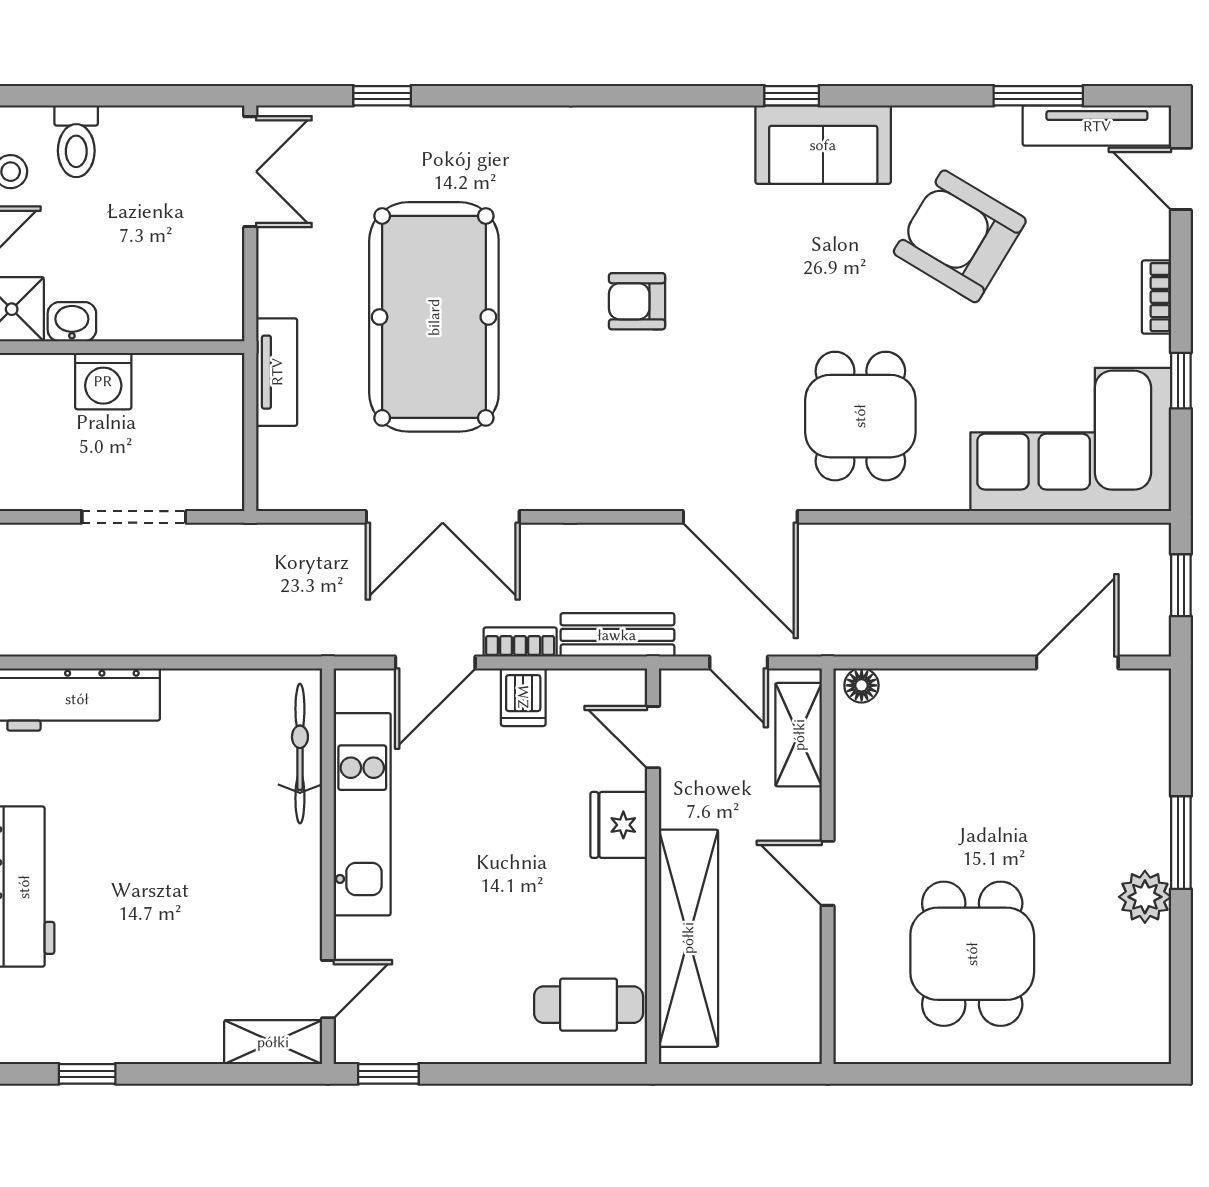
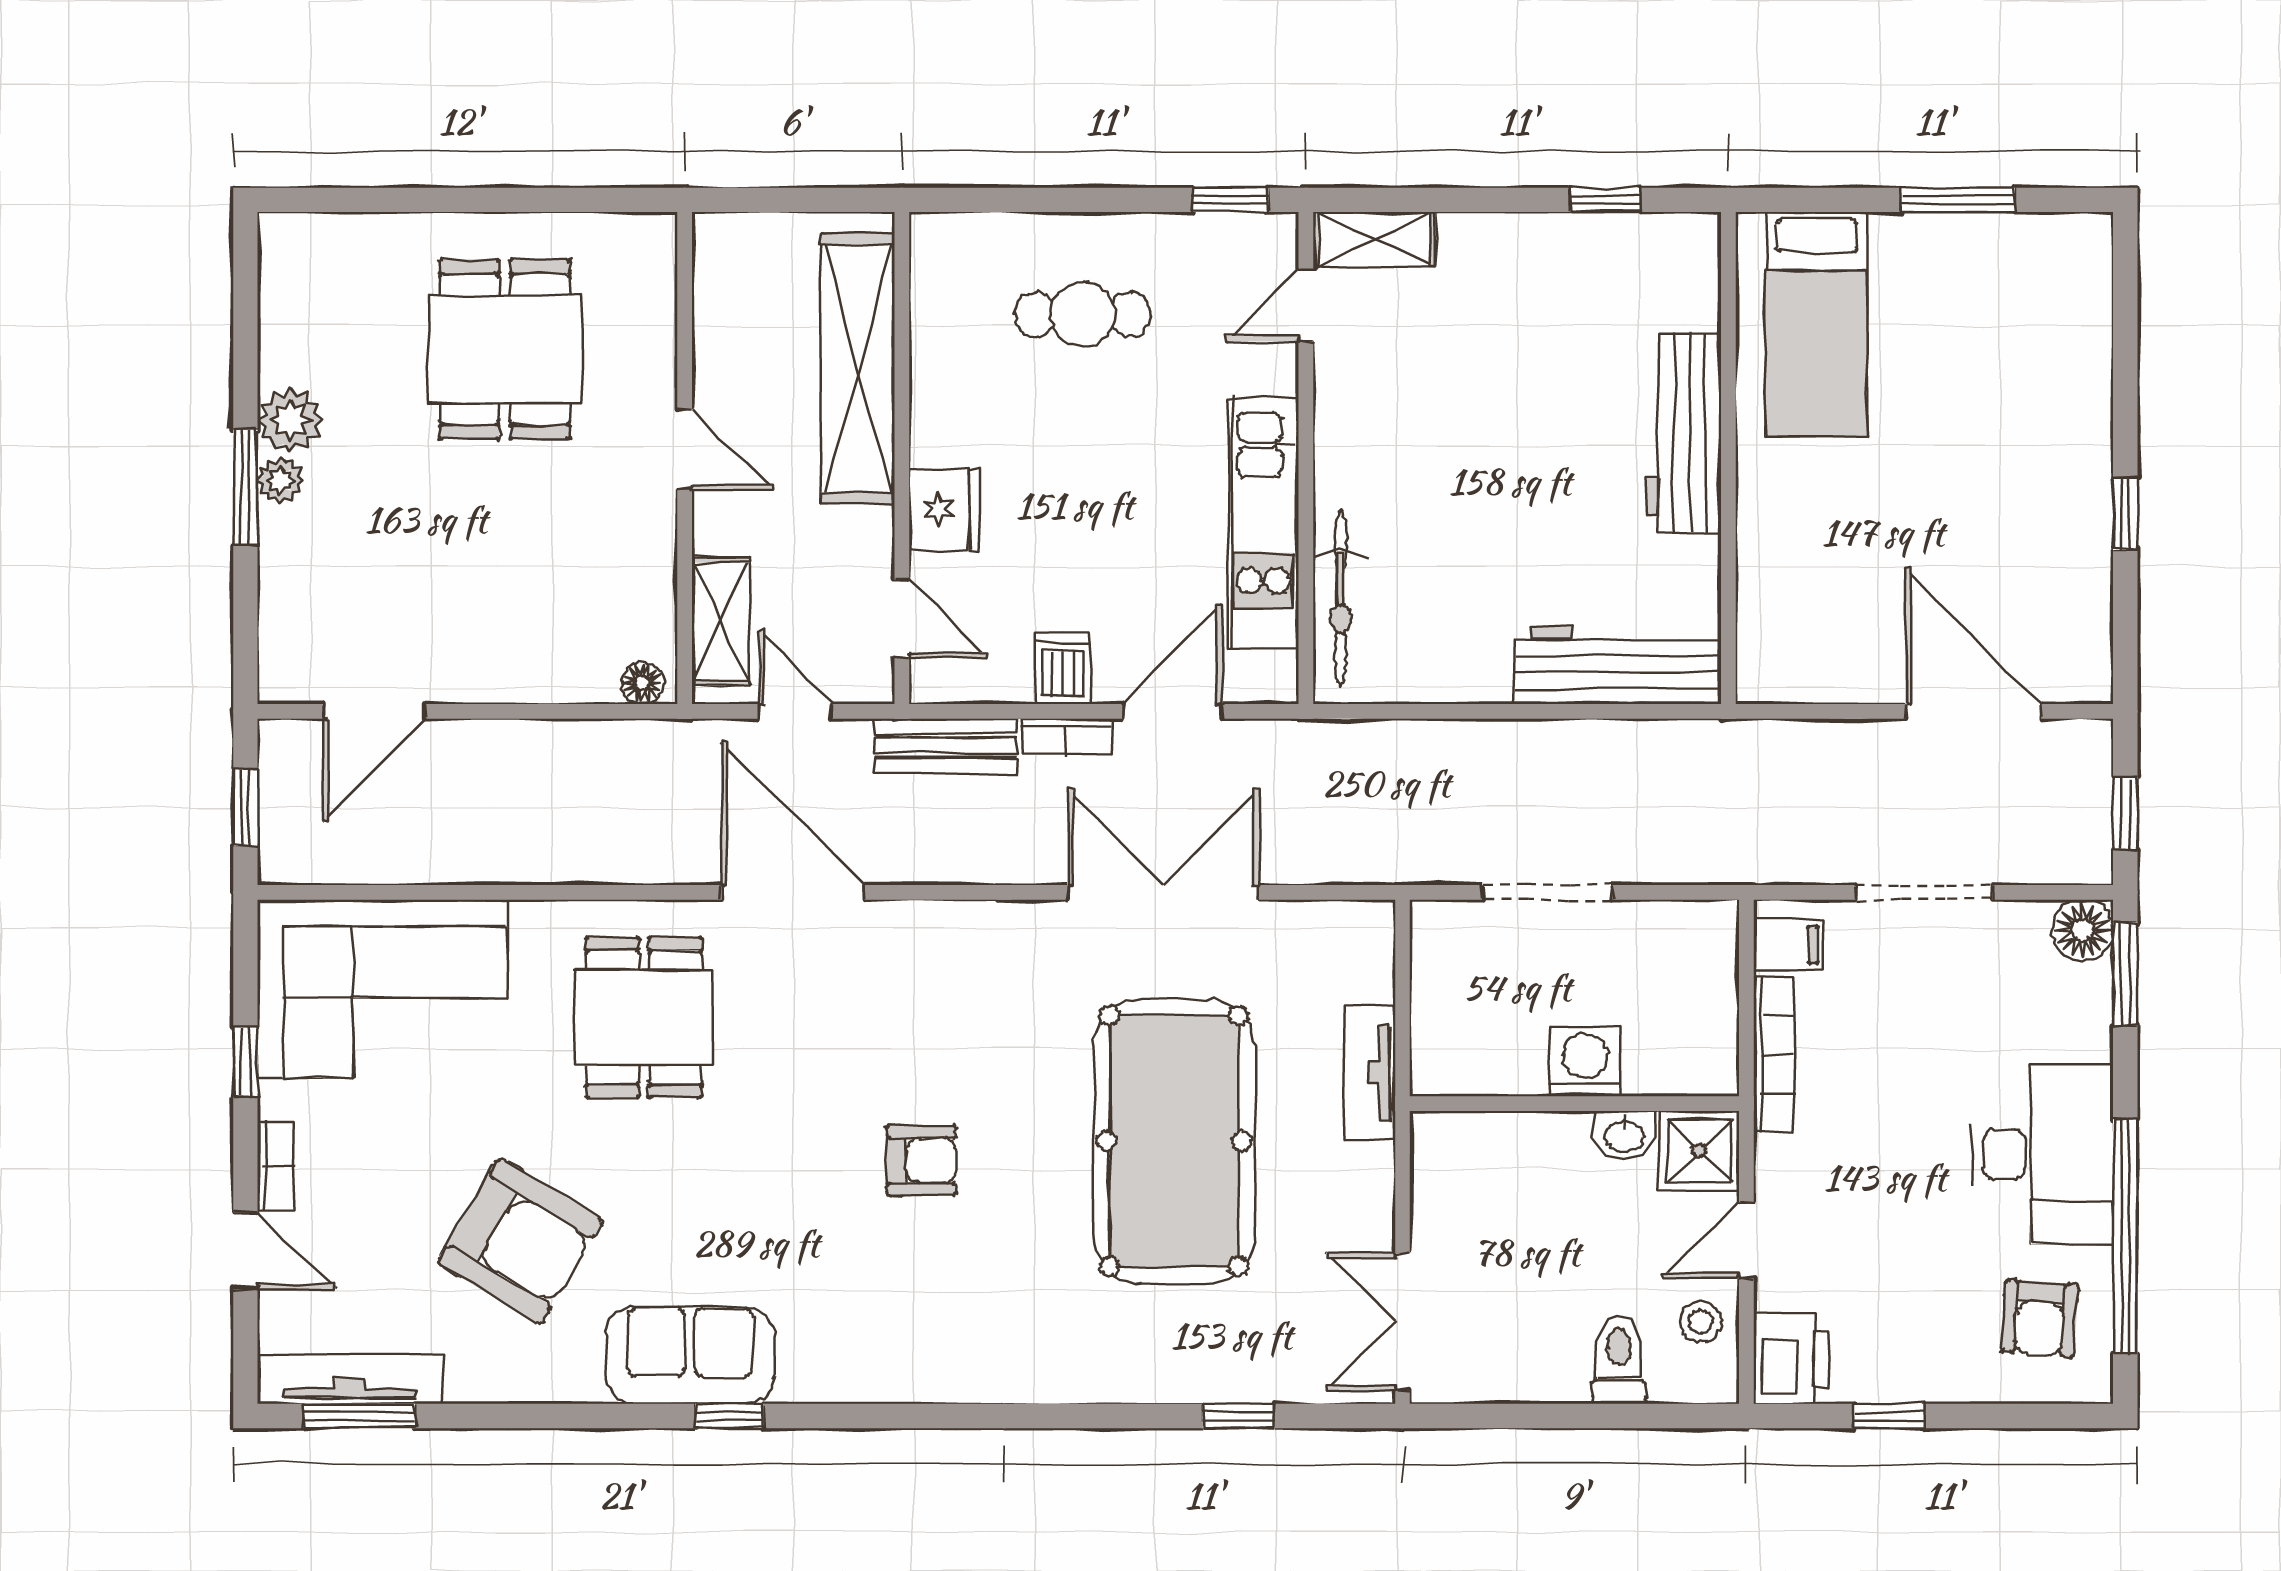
window: (1038, 96) -> (359, 1416), moved
door: (1181, 179) -> (245, 1251), moved
plant: (1153, 848) -> (280, 480), added
cafe table: (589, 1005) -> (1083, 314), moved

